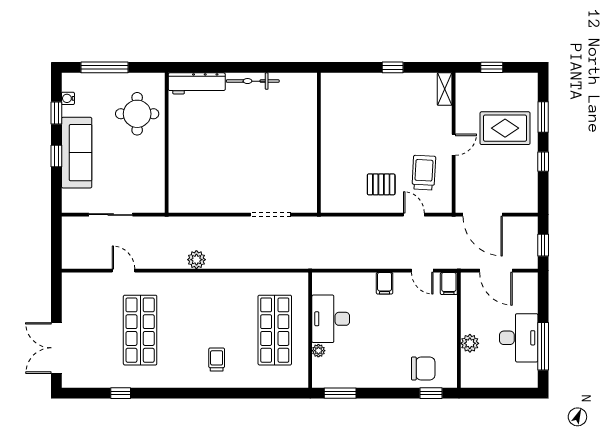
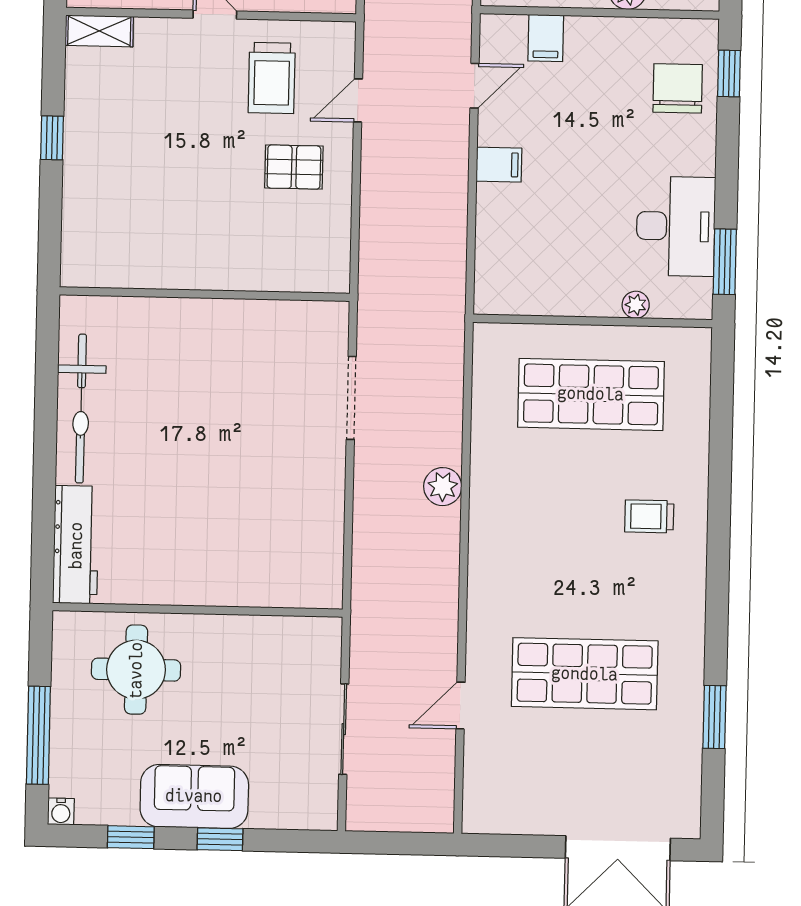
bicycle: (253, 81) -> (81, 409), width x1.37, depth x1.40
water cooler: (68, 98) -> (61, 811), moved
sofa: (77, 153) -> (194, 796), width x0.73
trolley: (424, 173) -> (272, 78), turned -93
pallet: (381, 184) -> (294, 167), turned 90
plant: (196, 260) -> (443, 487), moved
filing cabinet: (449, 284) -> (546, 38), moved, turned 90
desk: (331, 319) -> (676, 226), moved, turned -90
window: (121, 393) -> (714, 717), width x1.50

